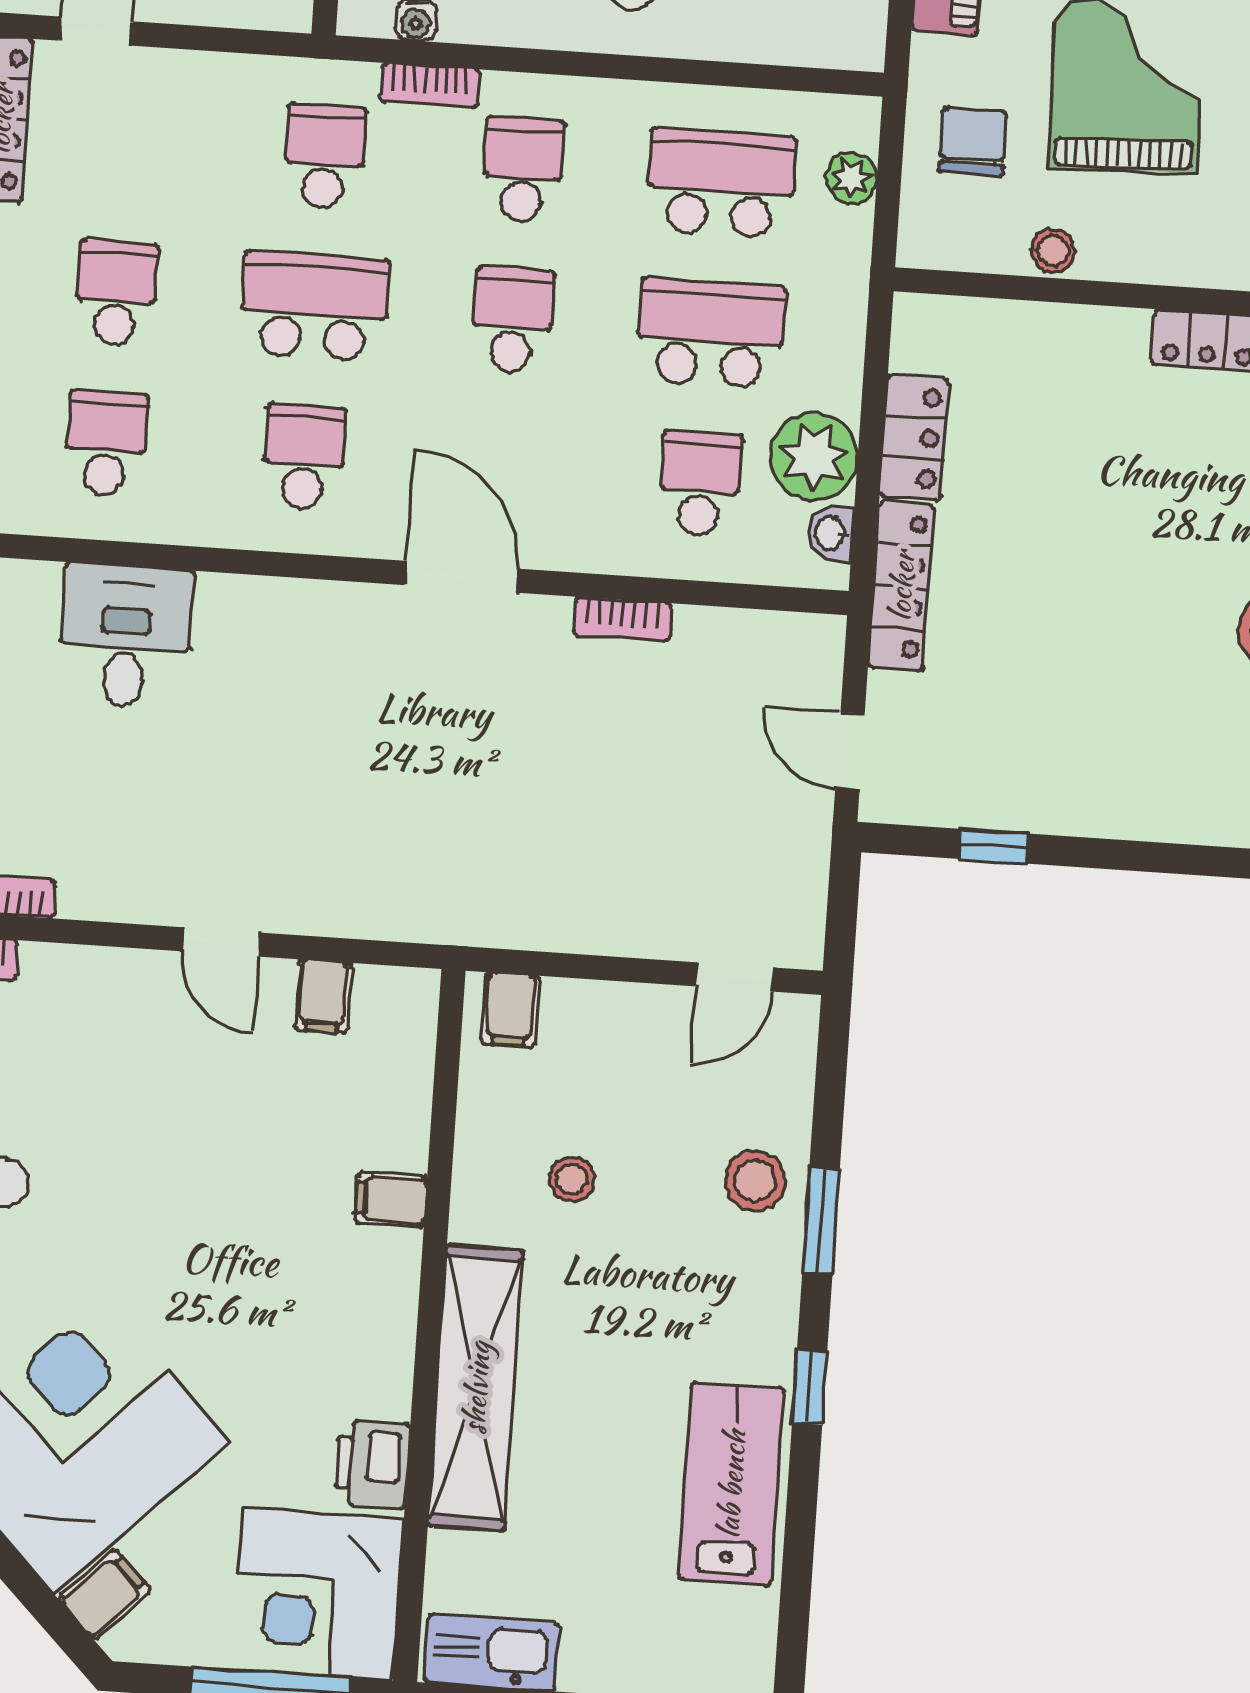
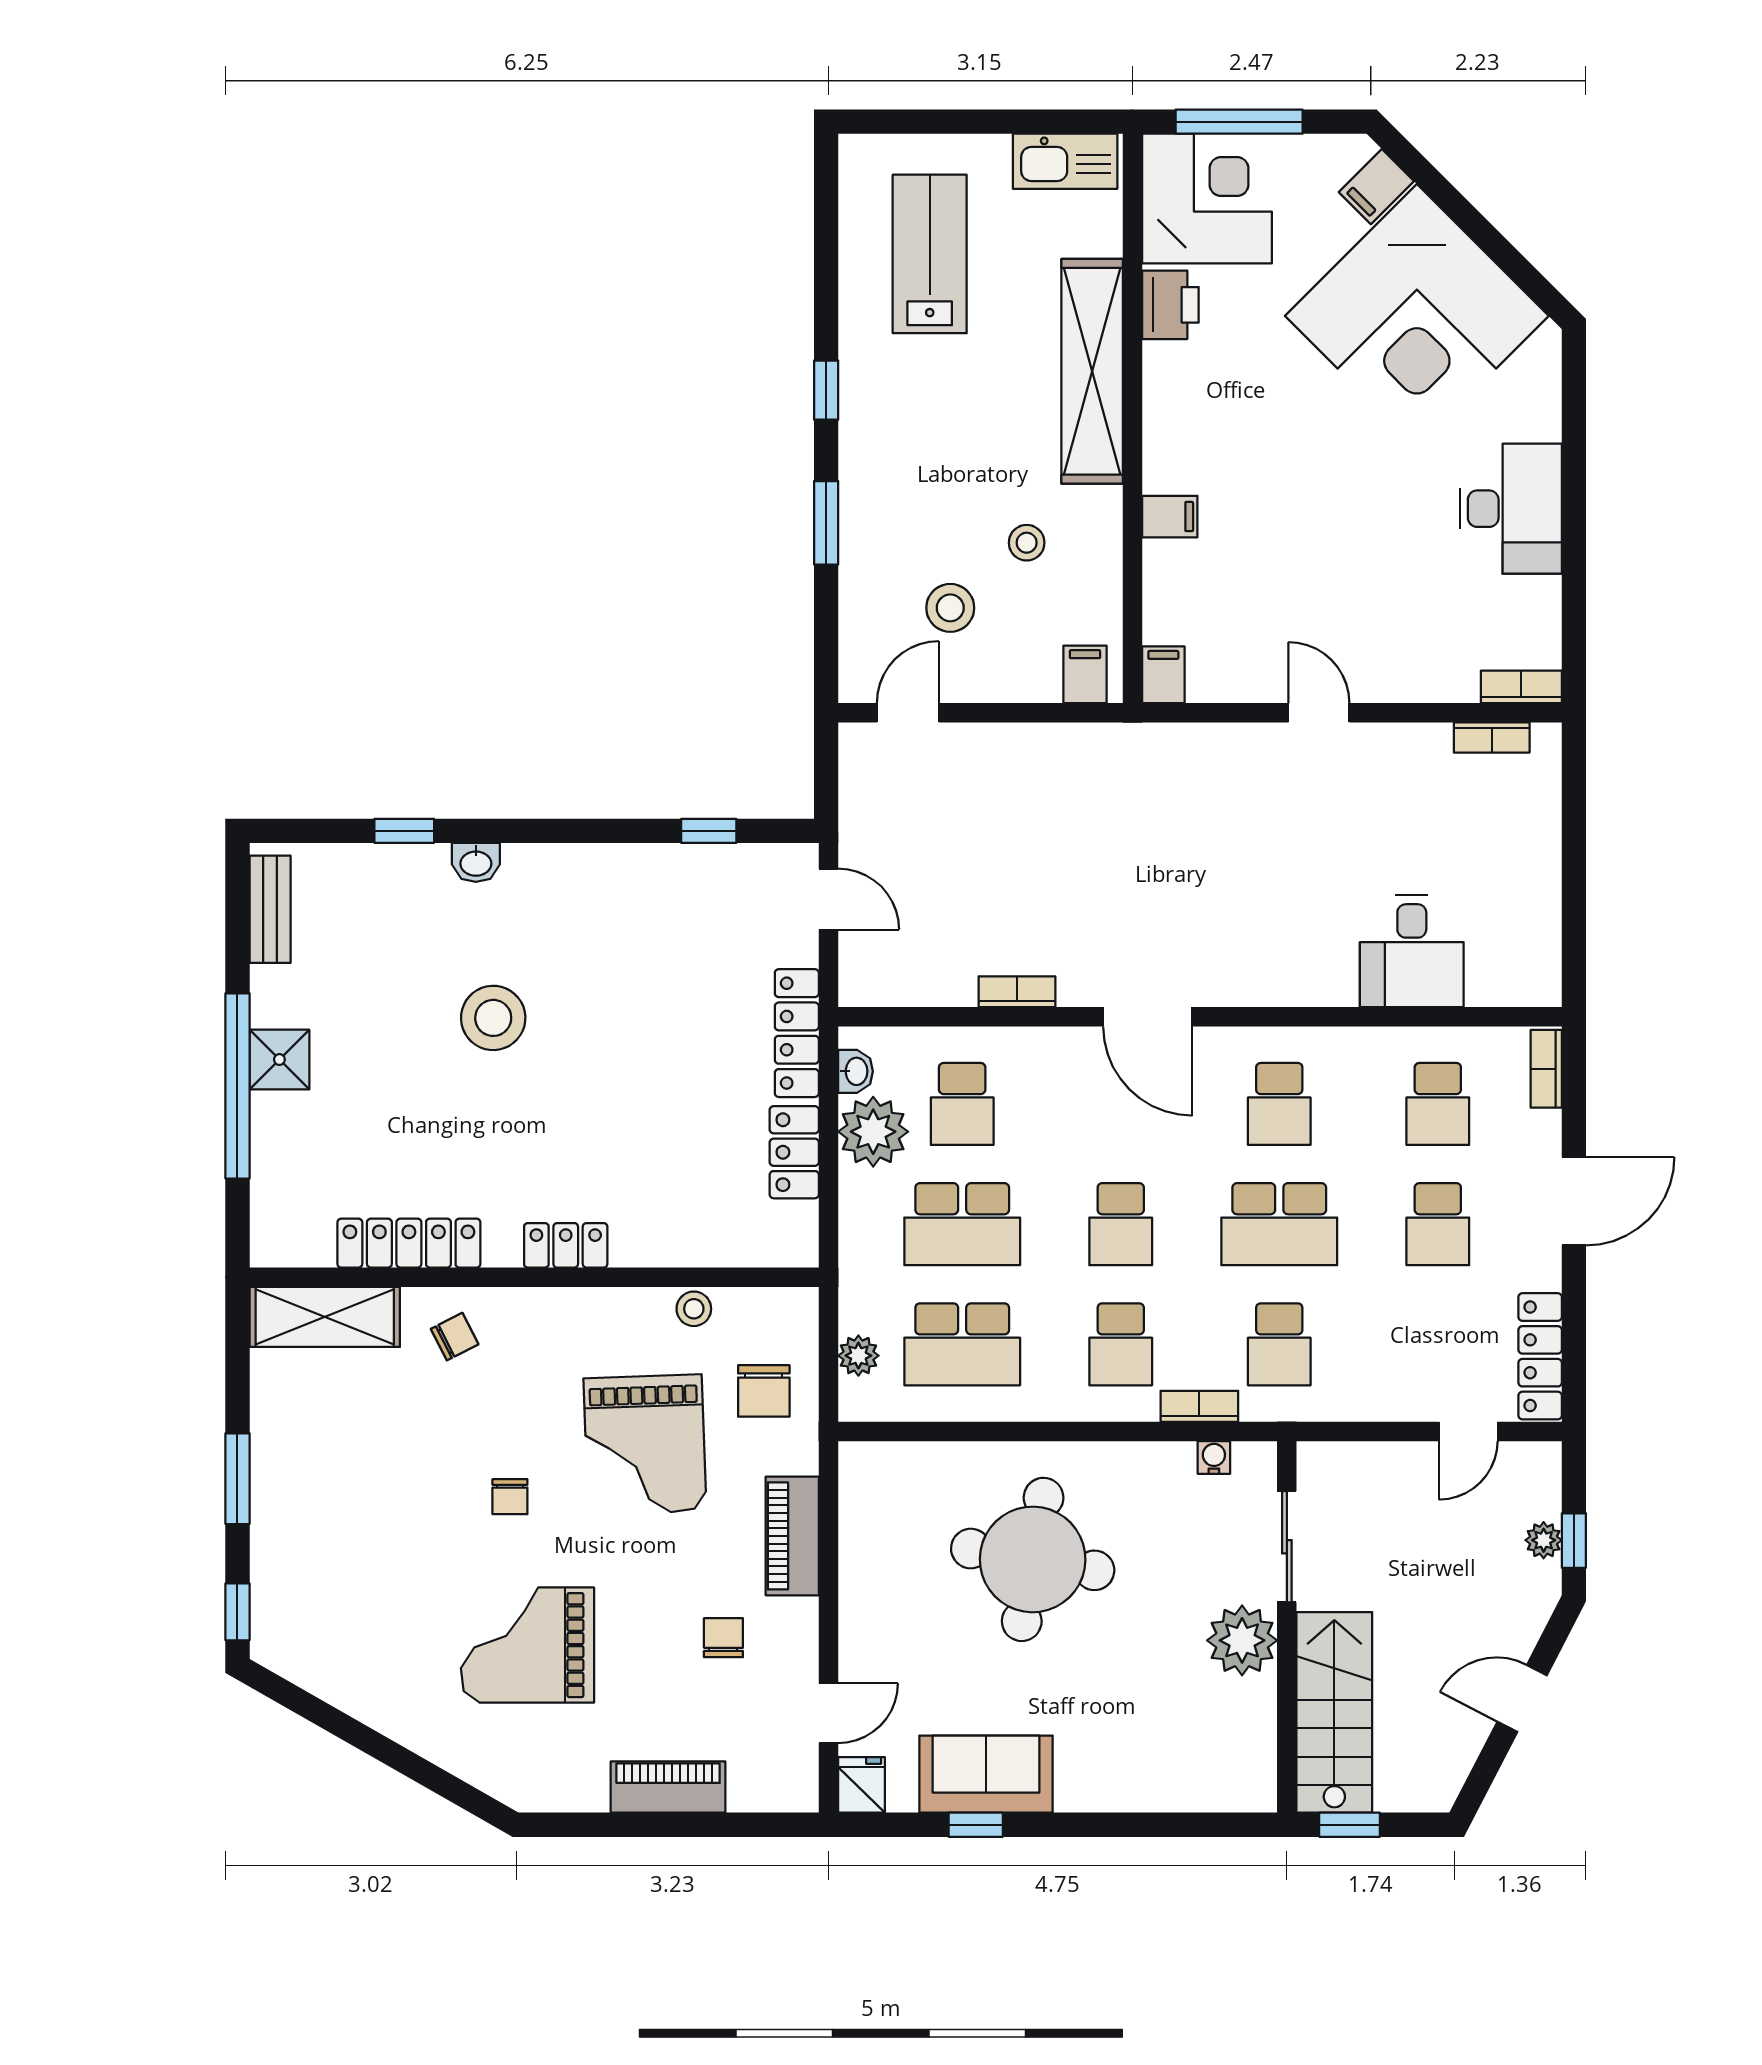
filing cabinet: (323, 997) -> (1163, 675), moved
stool: (755, 1181) -> (950, 608), moved
lab bench: (731, 1484) -> (930, 254), moved, turned 180

